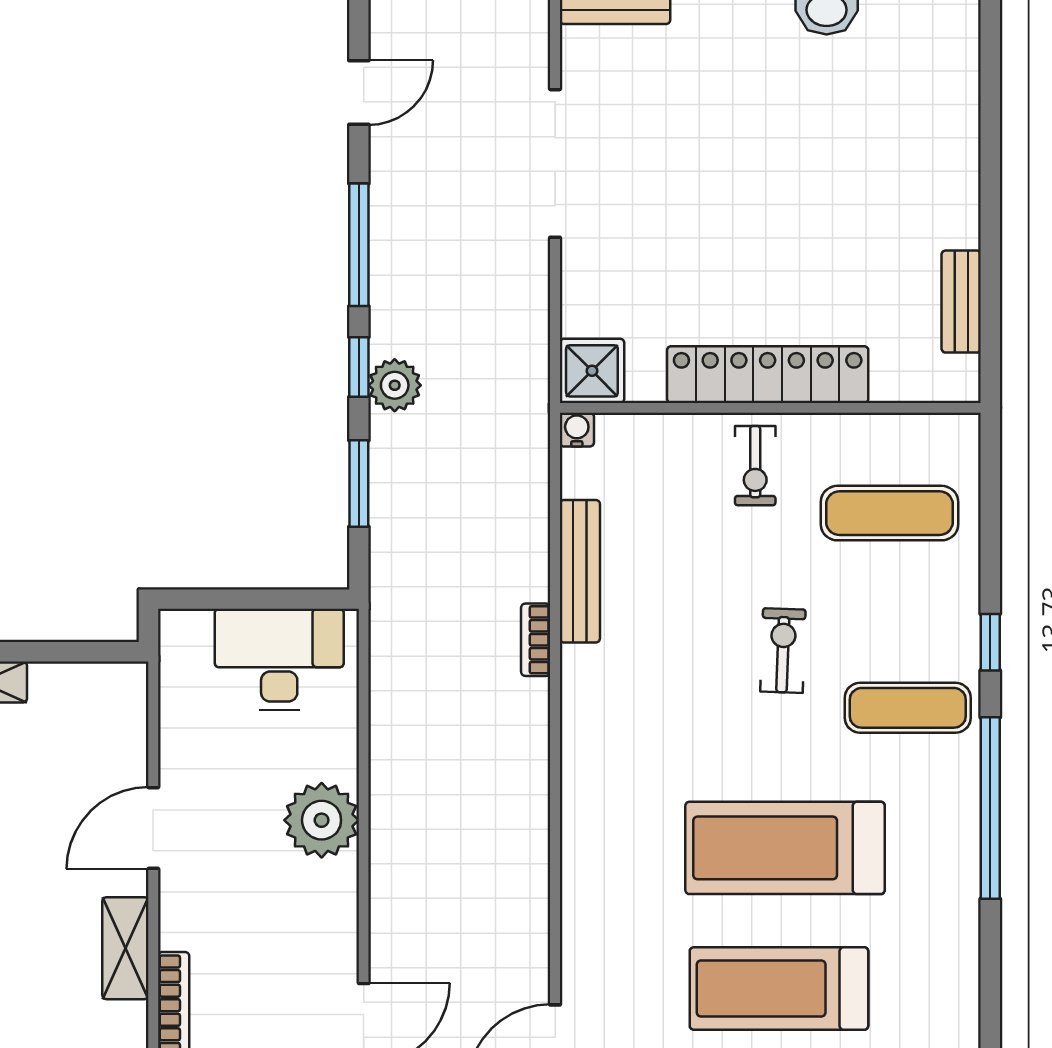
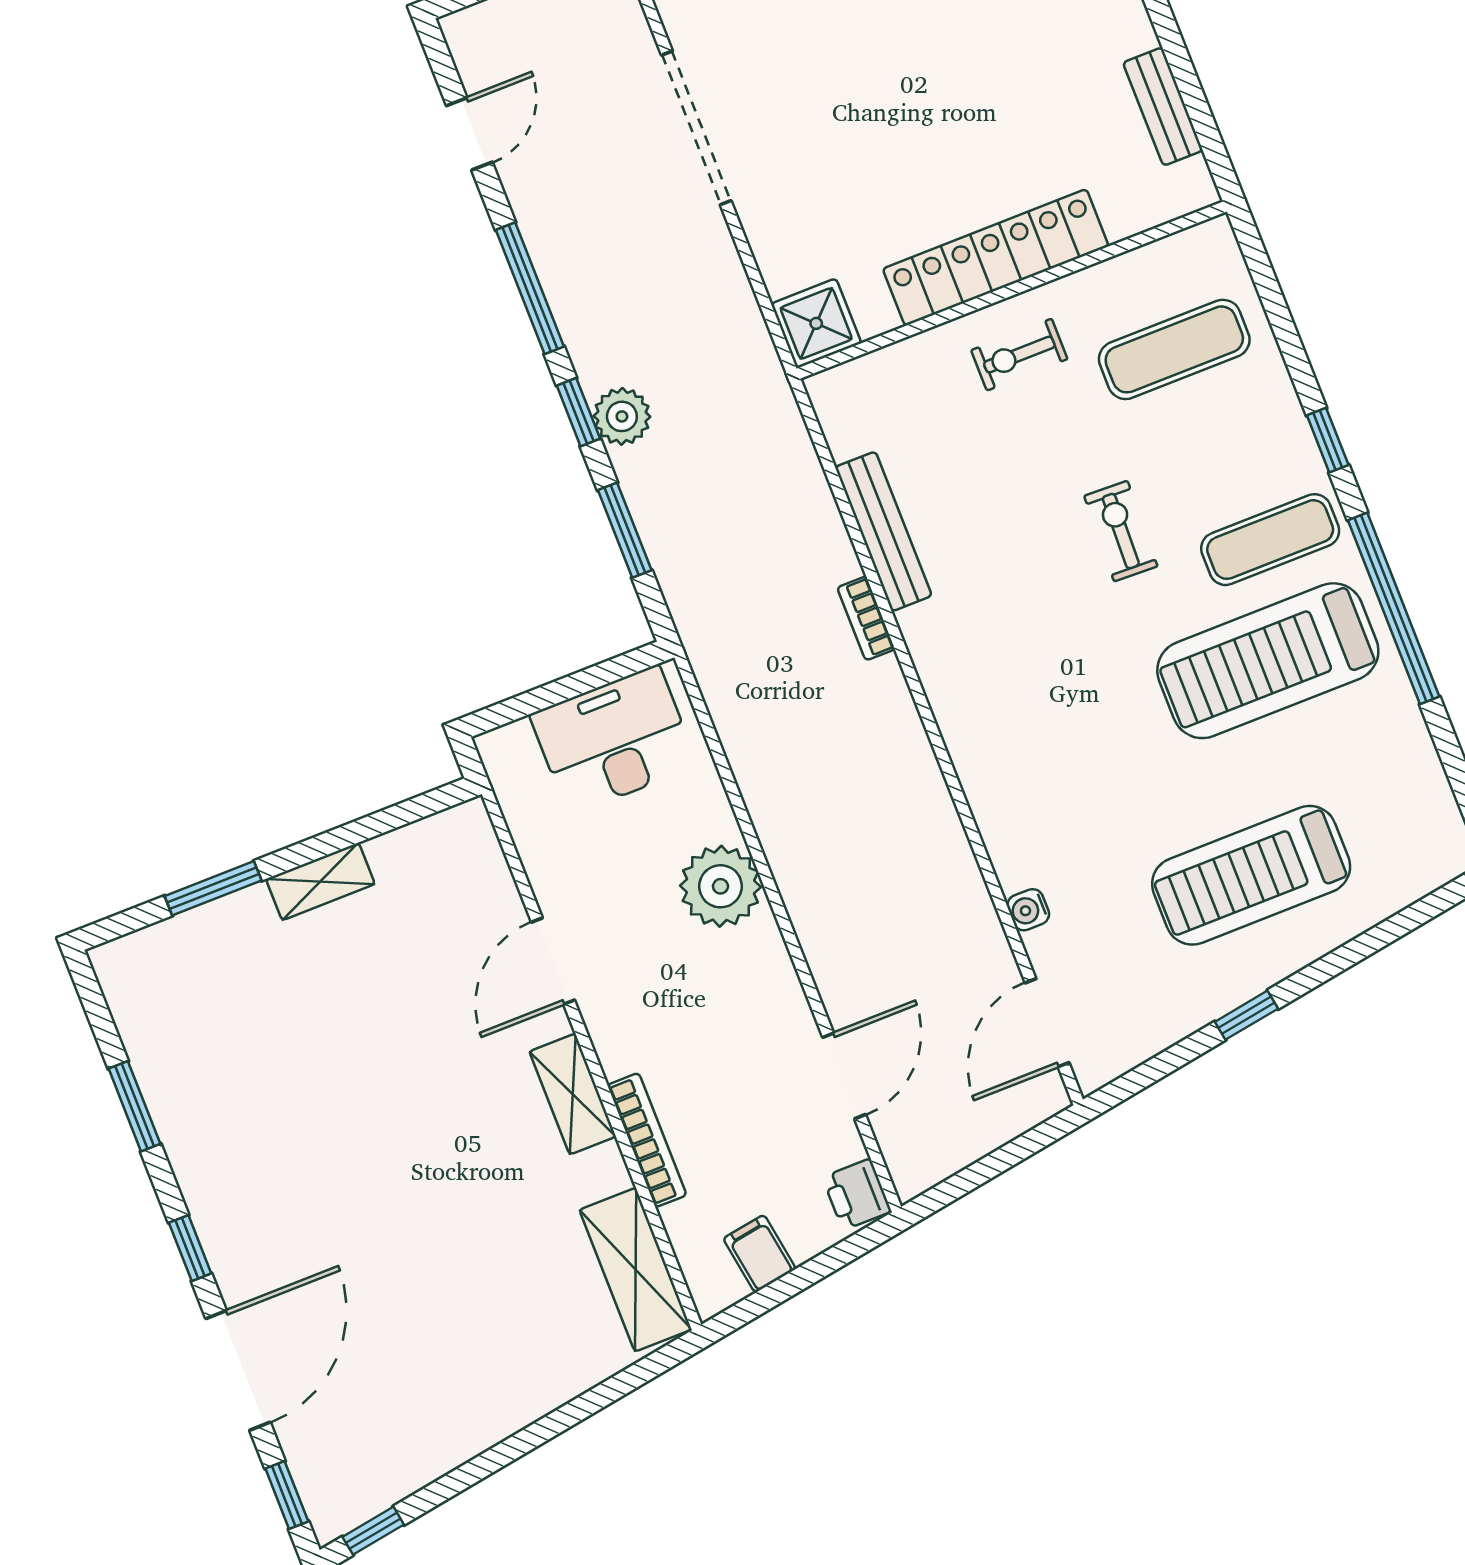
water cooler: (577, 430) -> (1028, 910), moved, turned -90
exercise bike: (755, 466) -> (1019, 355), turned 90
treadmill: (785, 848) -> (1268, 661), moved

